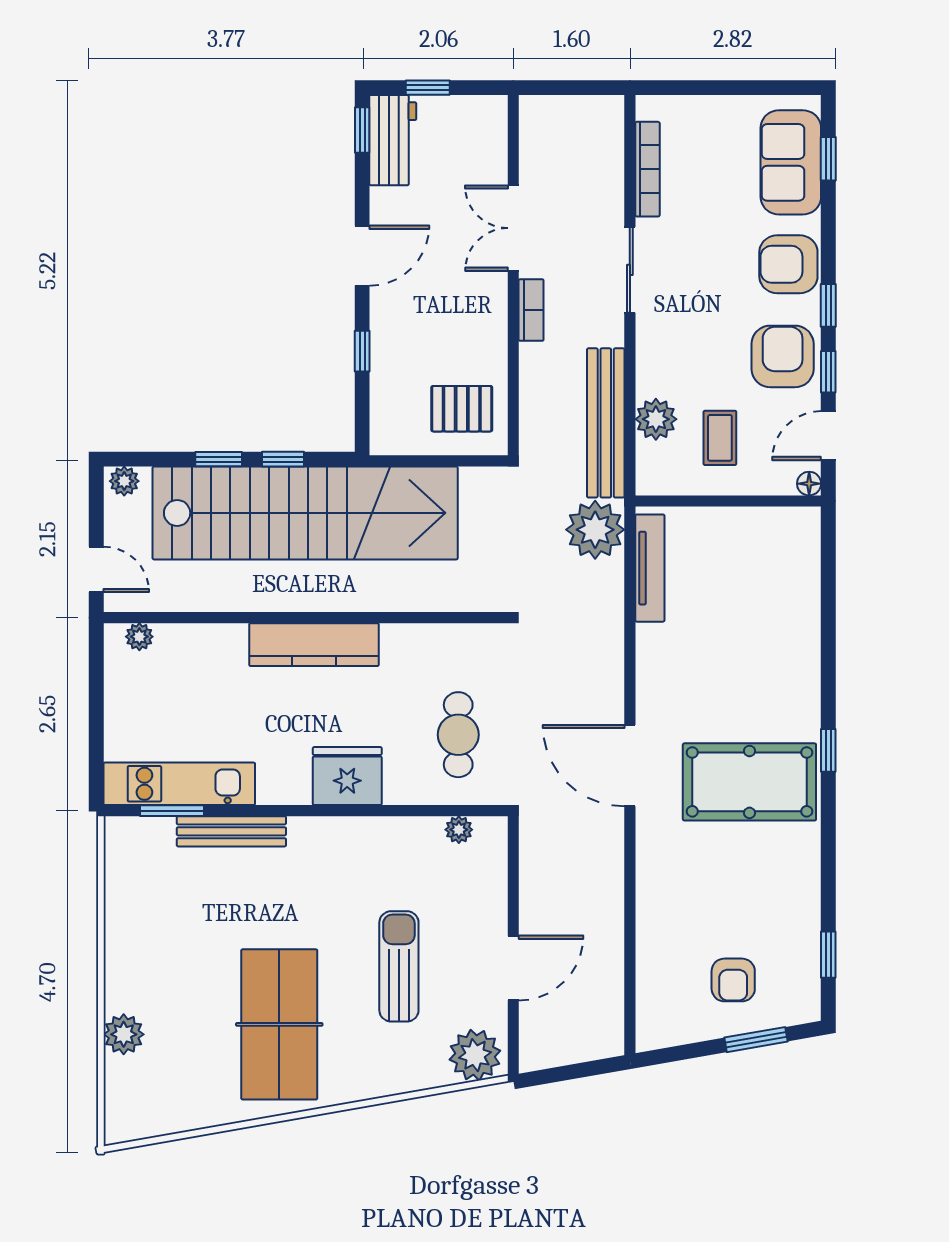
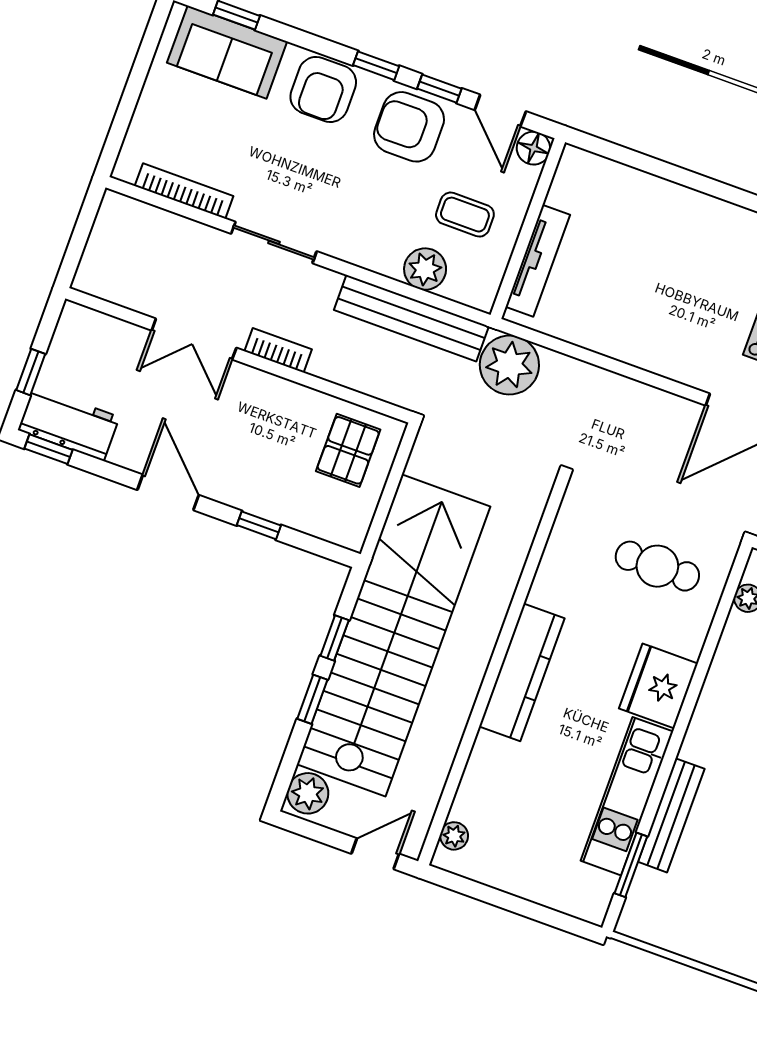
plant: (124, 481) -> (308, 793), width x1.38, depth x1.38
floor lamp: (809, 484) -> (533, 148), width x1.37, depth x1.37
tv unit: (650, 568) -> (538, 261), moved, turned 90
kitchen unit: (179, 784) -> (627, 796), moved

